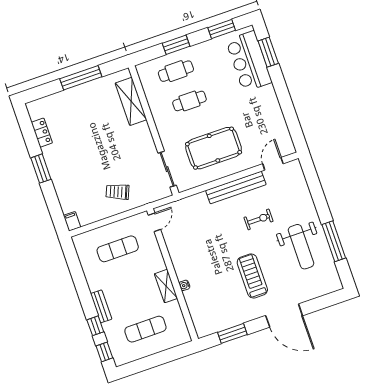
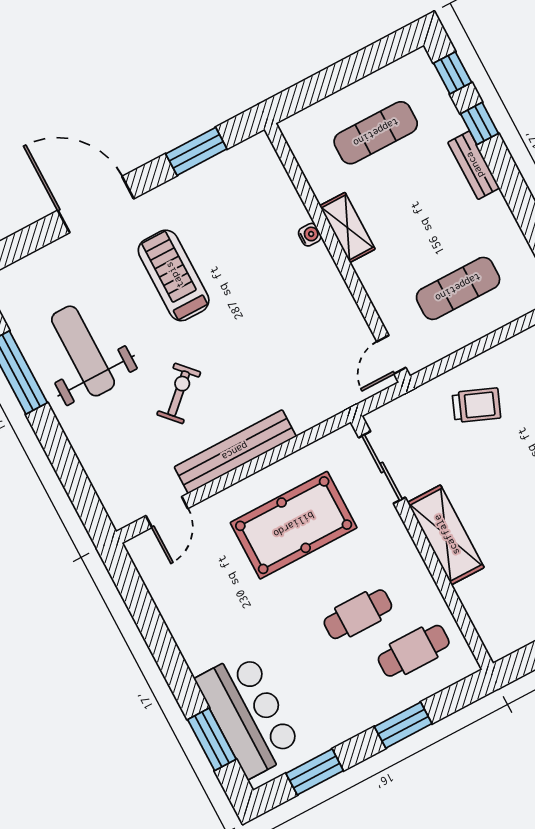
cafe table: (176, 71) -> (414, 651), moved
shelving: (131, 101) -> (446, 535), moved
exercise bike: (259, 219) -> (179, 393), turned 137
treadmill: (252, 276) -> (174, 275), turned 180

